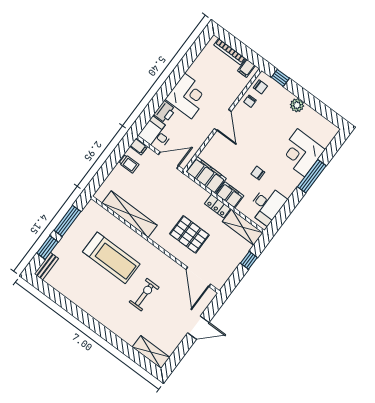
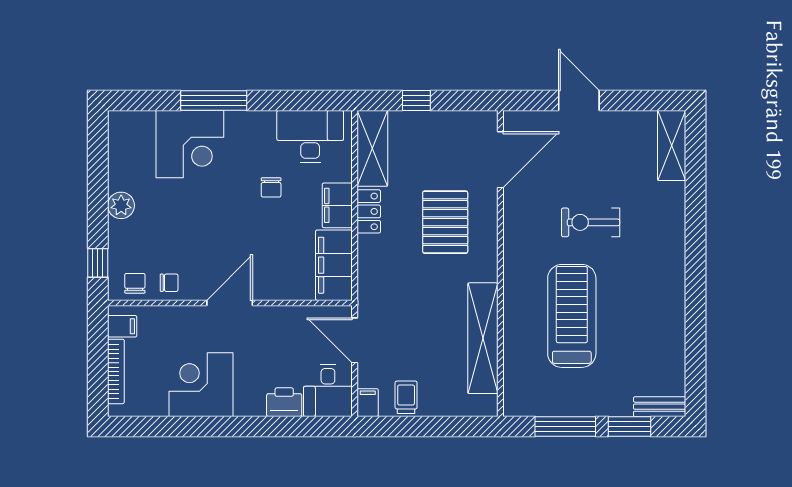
corner desk: (188, 96) -> (201, 385), moved

